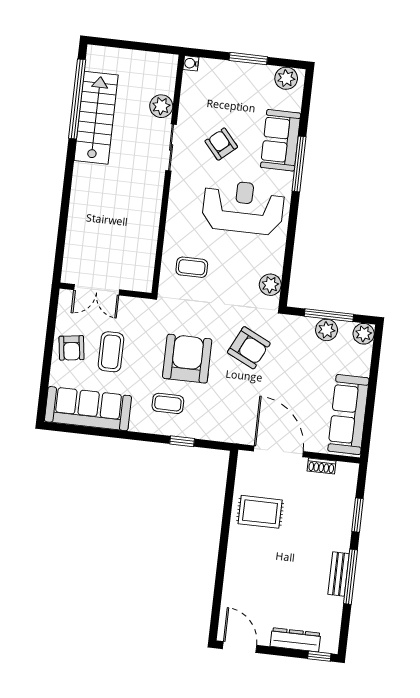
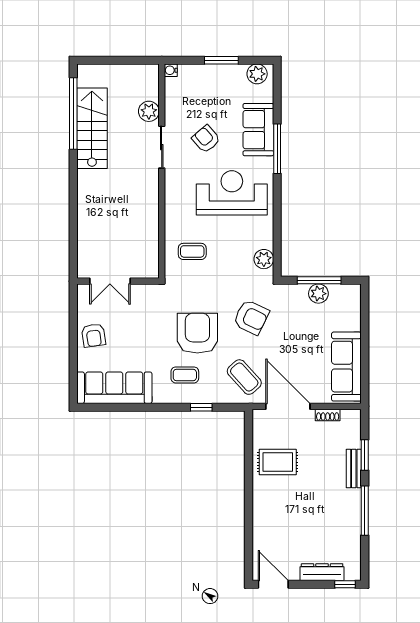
plant: (364, 334) -> (352, 293), removed
coffee table: (111, 352) -> (244, 377), moved, turned -42
bench: (339, 574) -> (354, 468), moved

